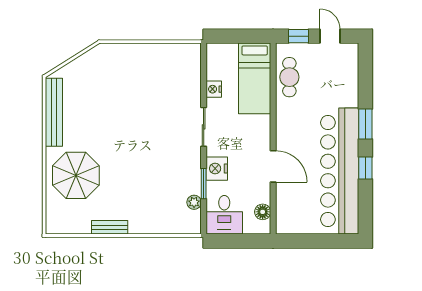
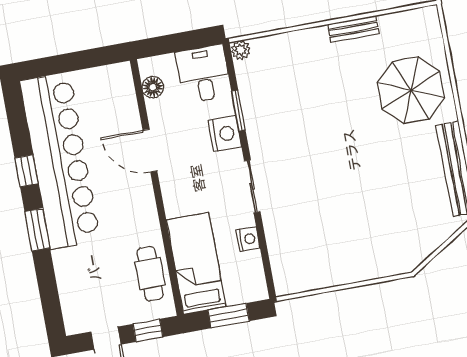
window: (238, 36) -> (229, 316), added
plant: (194, 202) -> (241, 50), moved

